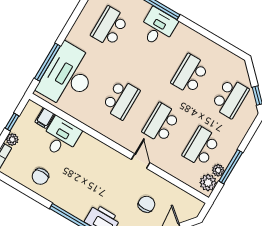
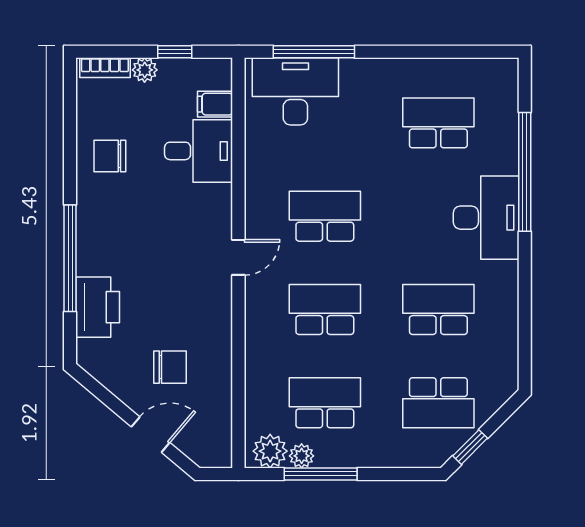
desk: (158, 27) -> (486, 218), width x1.37
desk: (68, 76) -> (295, 91), width x0.73, depth x0.77
school desk: (121, 99) -> (325, 216), turned 180
door: (141, 161) -> (238, 257), moved

